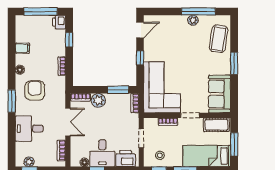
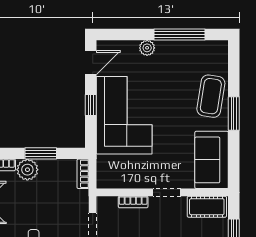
plant: (193, 20) -> (147, 48), moved
coffee table: (219, 39) -> (211, 96), moved
corner sofa: (162, 87) -> (124, 115), moved
window: (118, 90) -> (41, 153), moved

